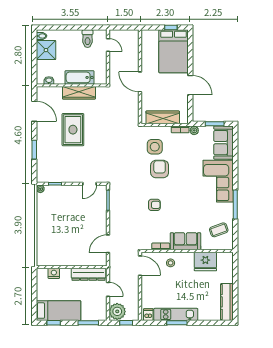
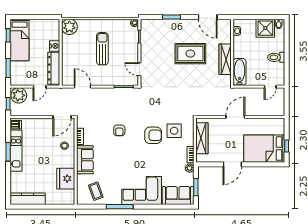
toilet: (88, 39) -> (276, 57), moved
bathtub: (80, 77) -> (240, 72), moved
door: (34, 111) -> (208, 17), hinge flipped
sun lounger: (68, 223) -> (102, 49), added
plant: (45, 258) -> (69, 27), added
nightstand: (54, 273) -> (55, 46), moved

